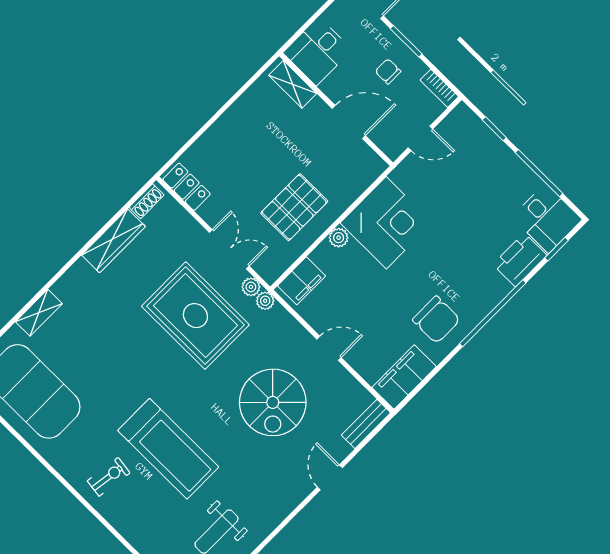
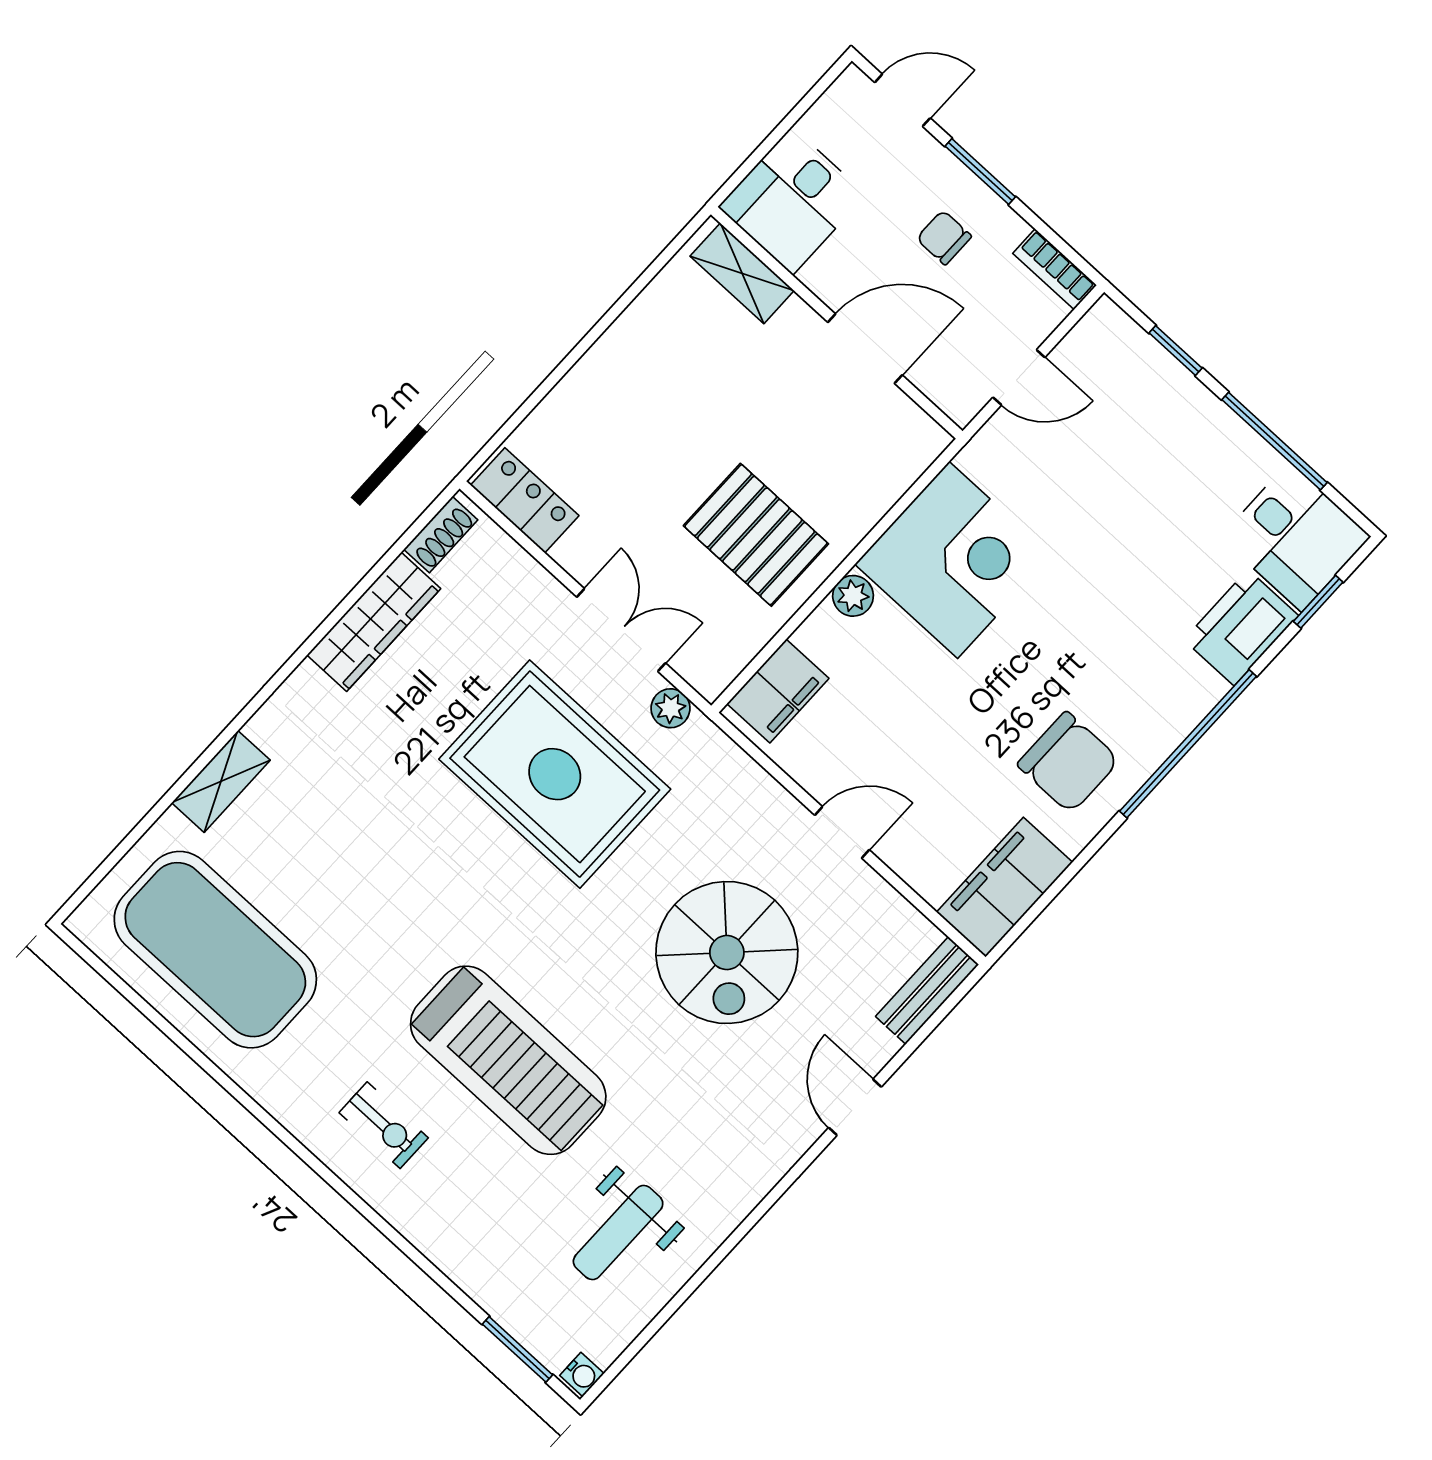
pallet: (294, 207) -> (756, 535), turned 90
plant: (265, 301) -> (702, 737), removed
exercise bike: (109, 477) -> (384, 1125), turned 82

